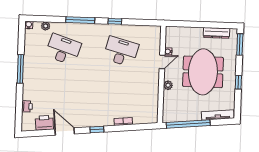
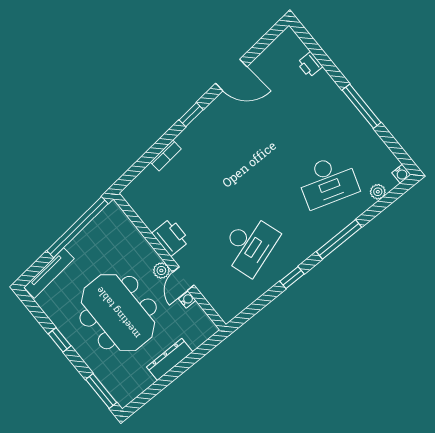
dresser: (216, 33) -> (170, 359), moved
desk: (121, 52) -> (249, 245), turned -33
plant: (168, 85) -> (161, 271), moved
printer: (44, 123) -> (171, 237), moved, turned -84

